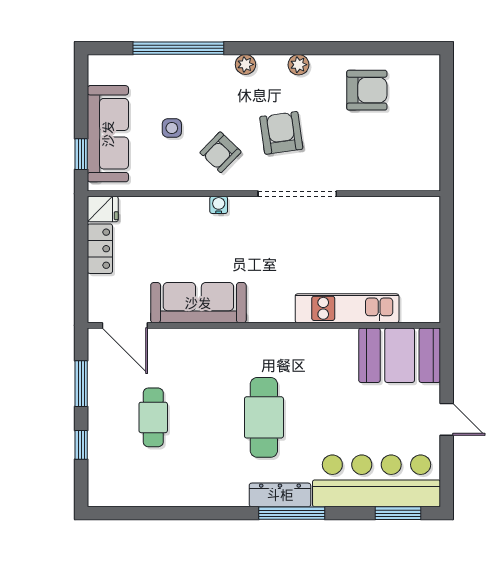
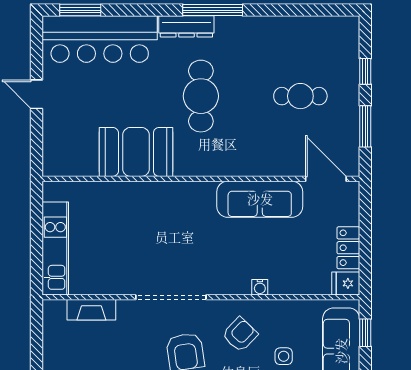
fireplace: (386, 180) -> (91, 310), added
water cooler: (219, 205) -> (260, 287), moved
kitchen unit: (347, 308) -> (55, 248), moved, turned -90
booth: (400, 355) -> (136, 152), moved
cafe table: (153, 417) -> (300, 96), turned 90
window: (292, 513) -> (213, 10), moved

